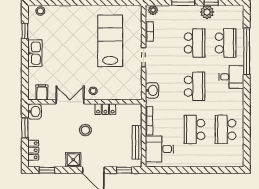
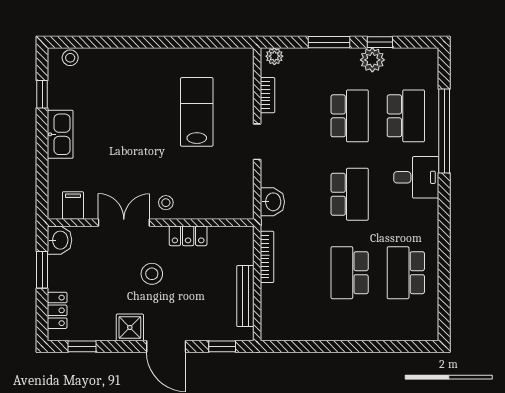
lab bench: (110, 41) -> (197, 112), width x0.73, depth x0.72
desk: (159, 149) -> (286, 308), removed

